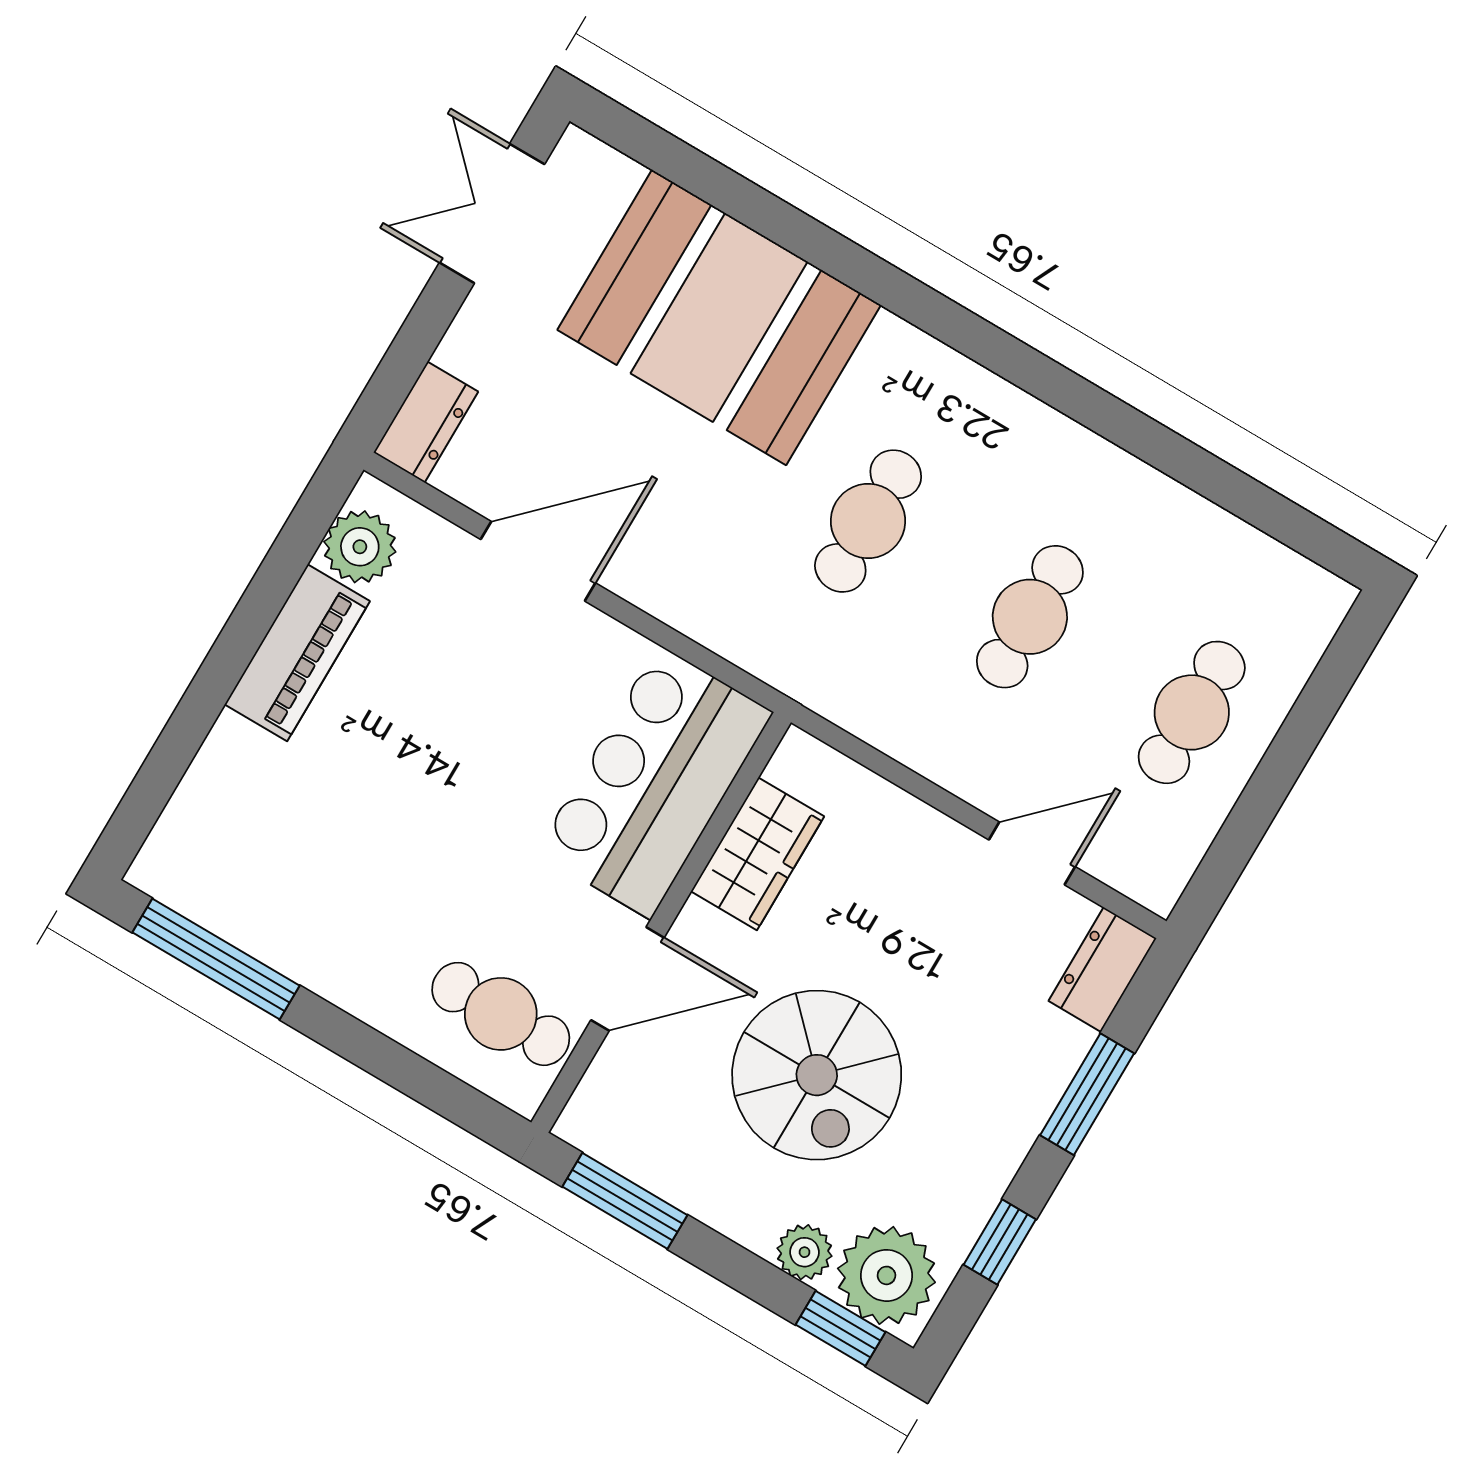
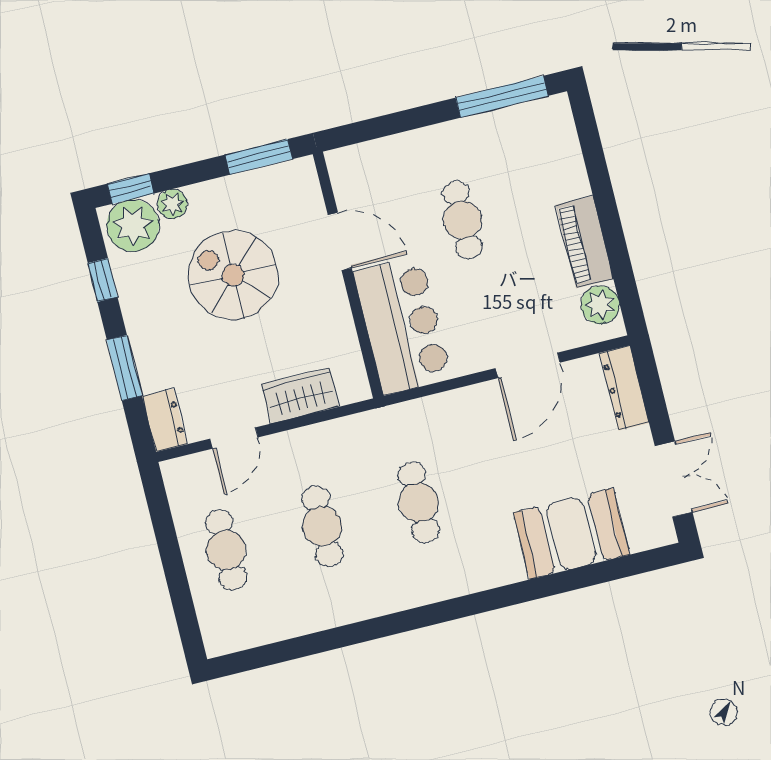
booth: (719, 317) -> (571, 534), width x0.73, depth x0.70
dresser: (426, 422) -> (624, 388), width x1.44
wardrobe: (758, 854) -> (300, 395), moved, turned 90
door: (628, 979) -> (340, 241), swing flipped
cafe table: (501, 1014) -> (462, 220), moved, turned 90

